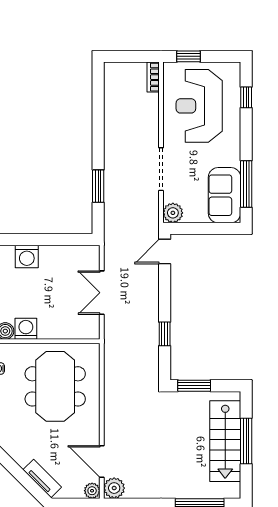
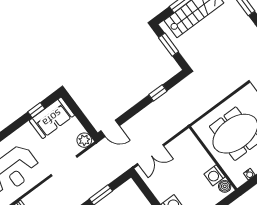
window: (246, 184) -> (36, 110), width x0.46
double door: (102, 293) -> (150, 155), moved
window: (194, 386) -> (169, 45), moved

